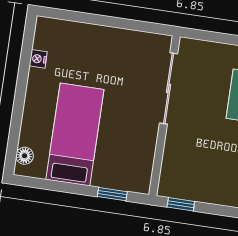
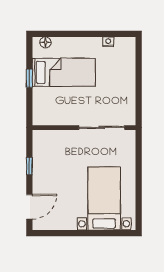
window: (112, 194) -> (29, 78), moved
window: (181, 204) -> (29, 166), moved

